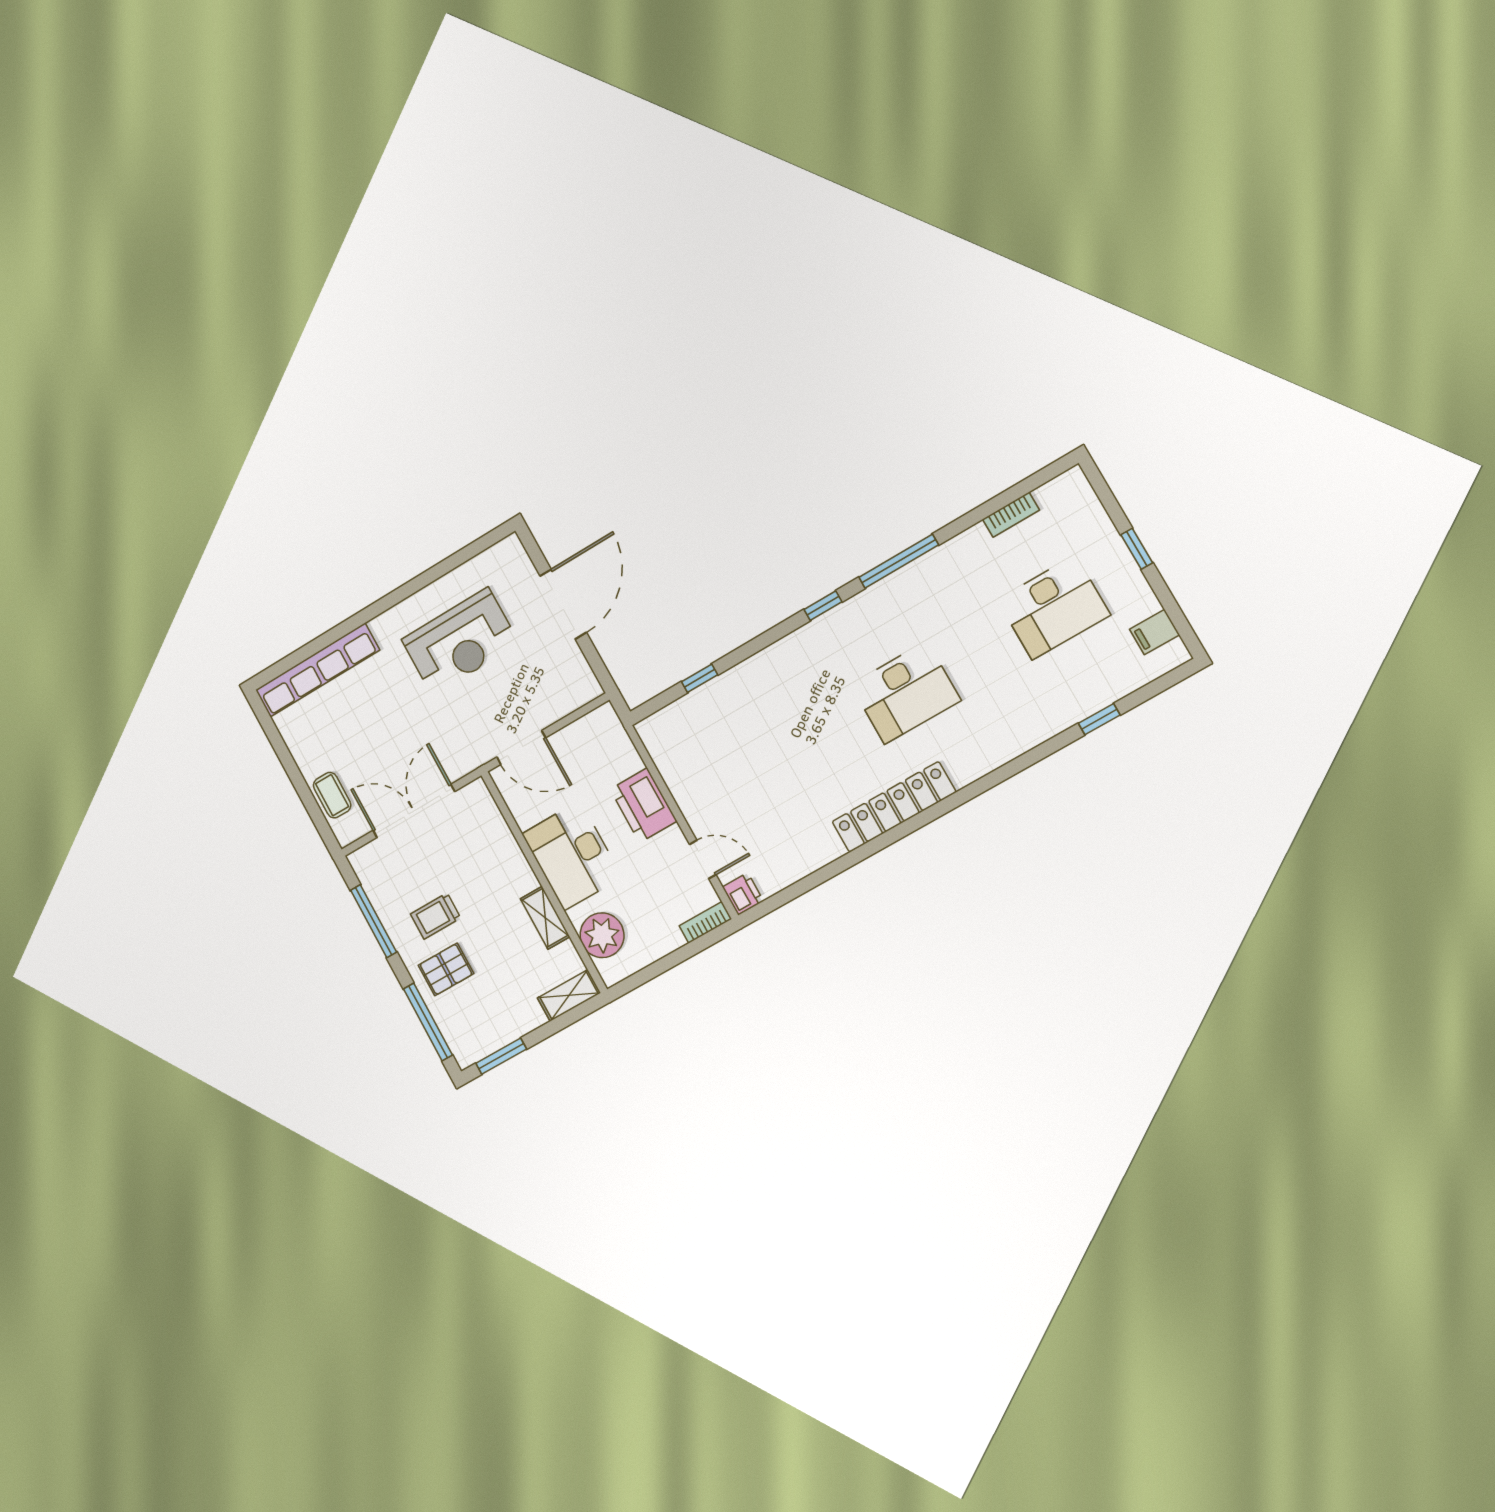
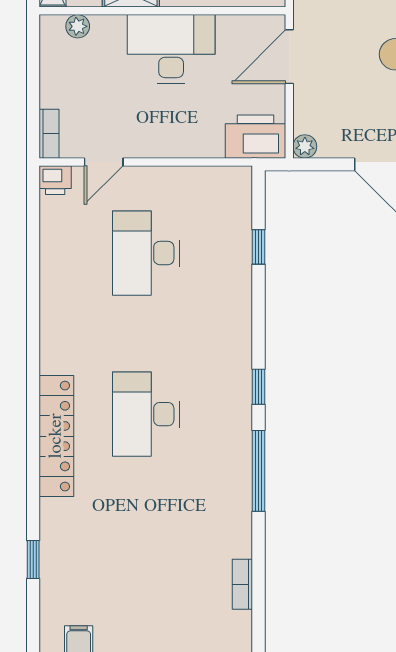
desk: (1054, 607) -> (146, 253), moved
plant: (590, 689) -> (305, 146), added
printer: (644, 805) -> (256, 137), moved
locker: (894, 807) -> (56, 436), moved
plant: (602, 935) -> (78, 26), width x0.53, depth x0.53

